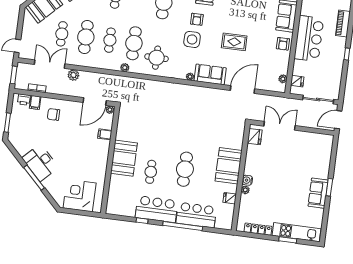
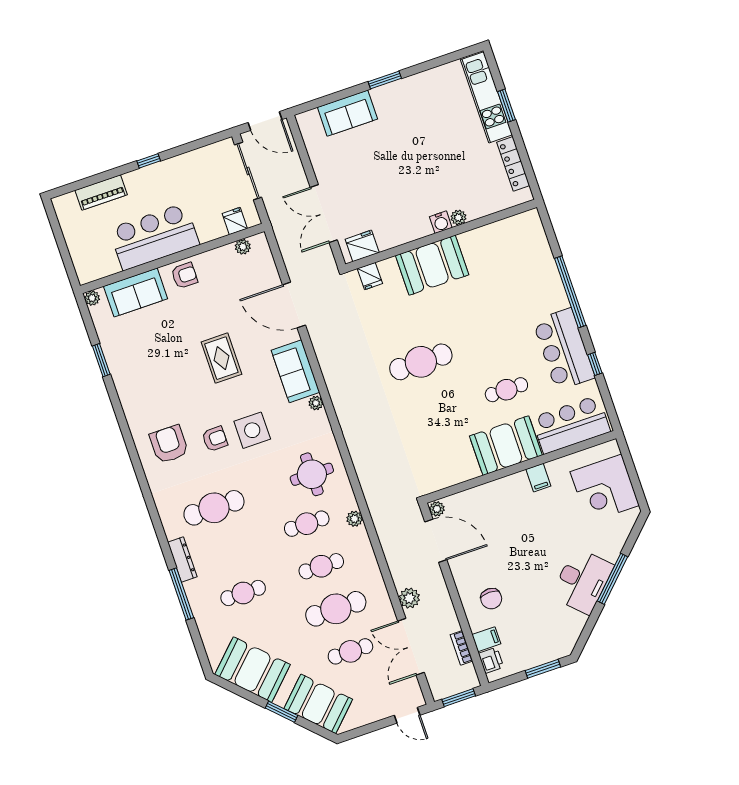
cafe table: (134, 43) -> (307, 524), width x0.73, depth x0.74
filing cabinet: (105, 134) -> (538, 478), moved
cafe table: (185, 169) -> (421, 362), moved
sofa: (318, 193) -> (347, 113), moved
fridge: (230, 198) -> (370, 276), moved
bar counter: (196, 215) -> (571, 425), moved, turned 90

